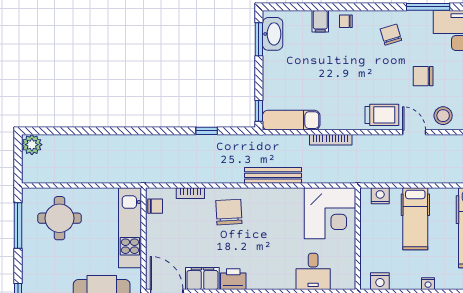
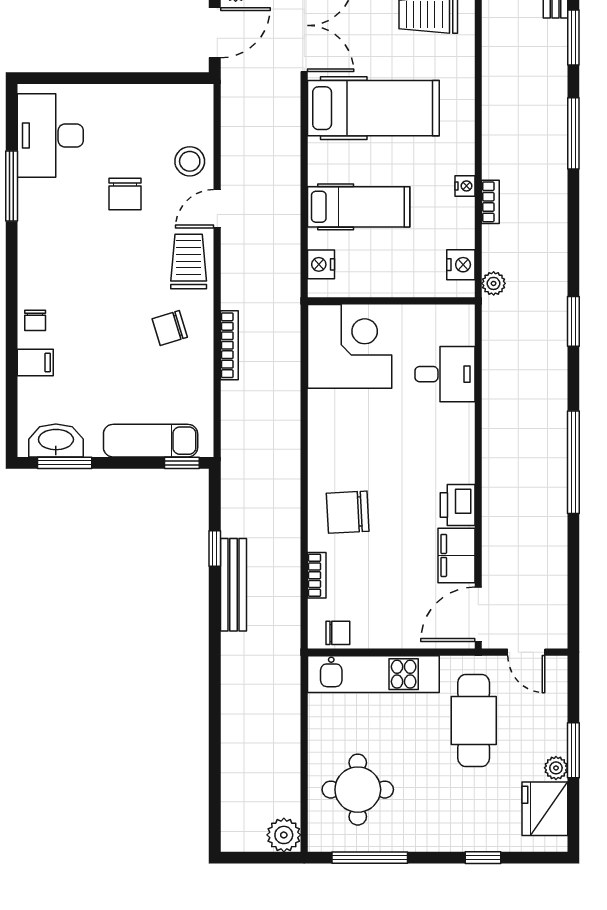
chair: (391, 35) -> (170, 328), moved
exam couch: (291, 120) -> (151, 441), moved, turned 90
plant: (32, 145) -> (284, 835), moved
bench: (273, 175) -> (234, 585), moved
chair: (155, 206) -> (338, 633), turned 90

